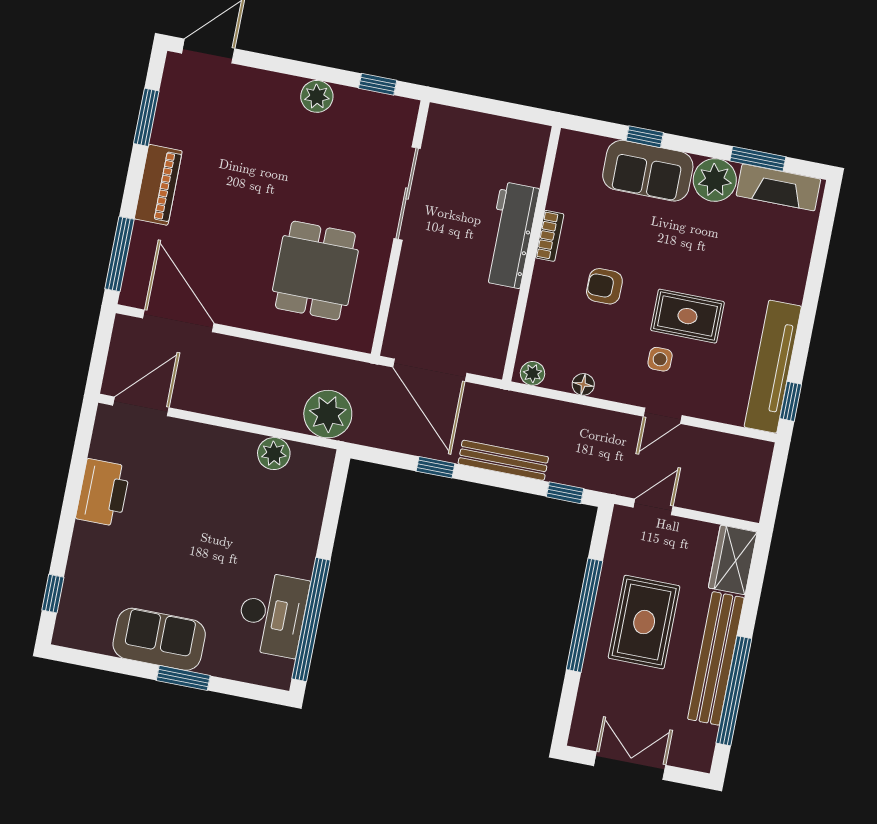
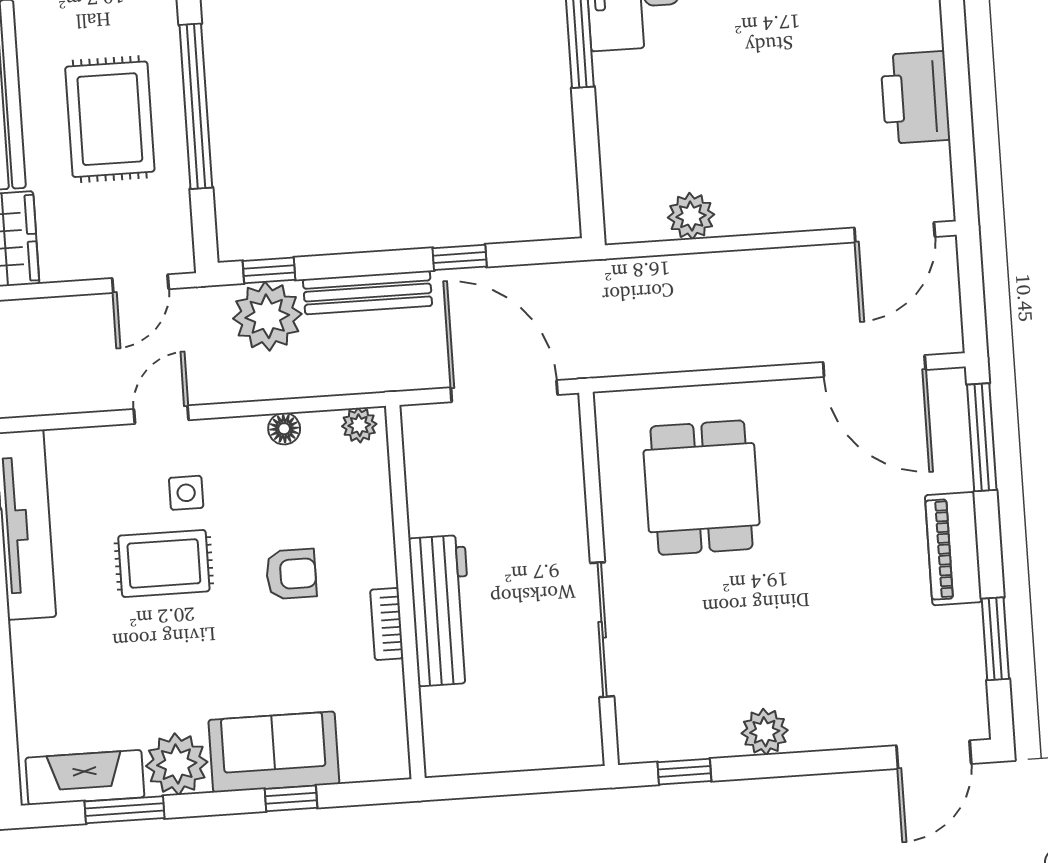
plant: (328, 414) -> (267, 316), moved

